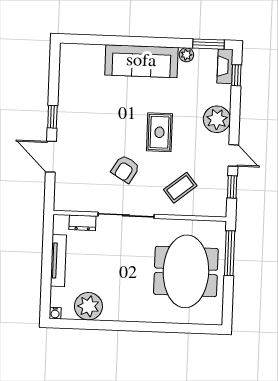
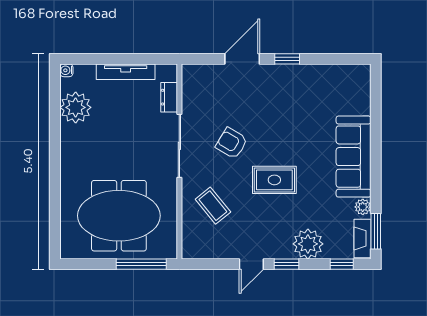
fireplace: (225, 66) -> (363, 238), moved, turned -90
plant: (217, 119) -> (308, 244), moved
window: (232, 187) -> (286, 264), moved

